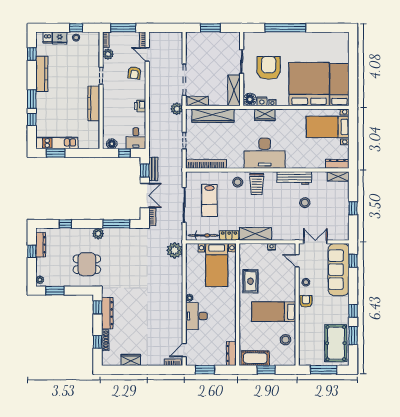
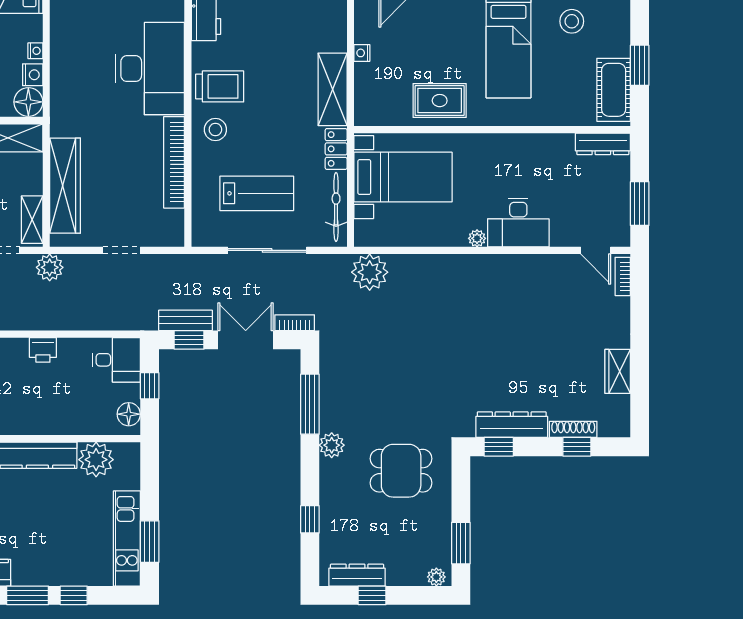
wardrobe: (265, 115) -> (63, 68), removed
plant: (92, 129) -> (96, 460), added
bookcase: (206, 164) -> (174, 162), moved
dining table: (87, 264) -> (401, 471), turned 90

